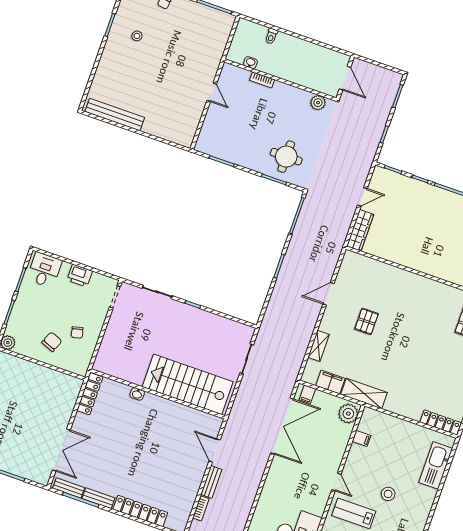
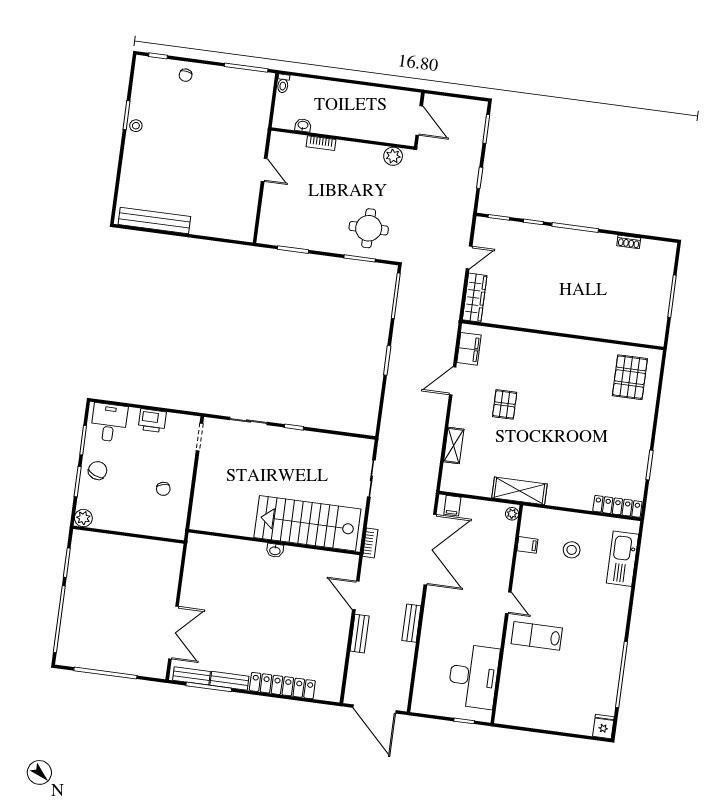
stool: (137, 36) -> (136, 126), moved
toilet: (271, 36) -> (283, 84), moved
chair: (52, 342) -> (98, 470), moved
filing cabinet: (330, 382) -> (469, 349), moved, turned 90
locker: (90, 394) -> (193, 559), removed
washbasin: (137, 394) -> (275, 550), moved
plant: (348, 414) -> (512, 514), width x0.53, depth x0.53
bench: (255, 482) -> (411, 623), added
stool: (388, 494) -> (572, 550), moved
bookcase: (201, 508) -> (370, 543), moved

